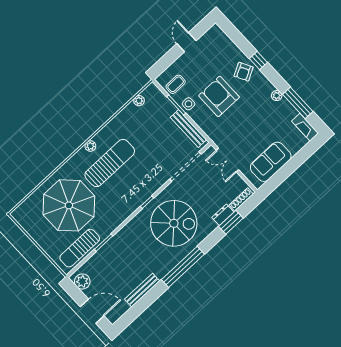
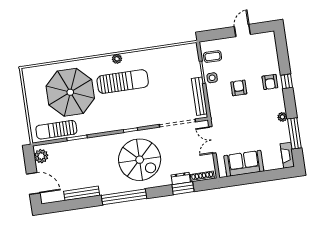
armchair: (244, 72) -> (270, 82), turned -62
armchair: (219, 96) -> (239, 88), width x0.53, depth x0.53
plant: (139, 101) -> (177, 50), removed

